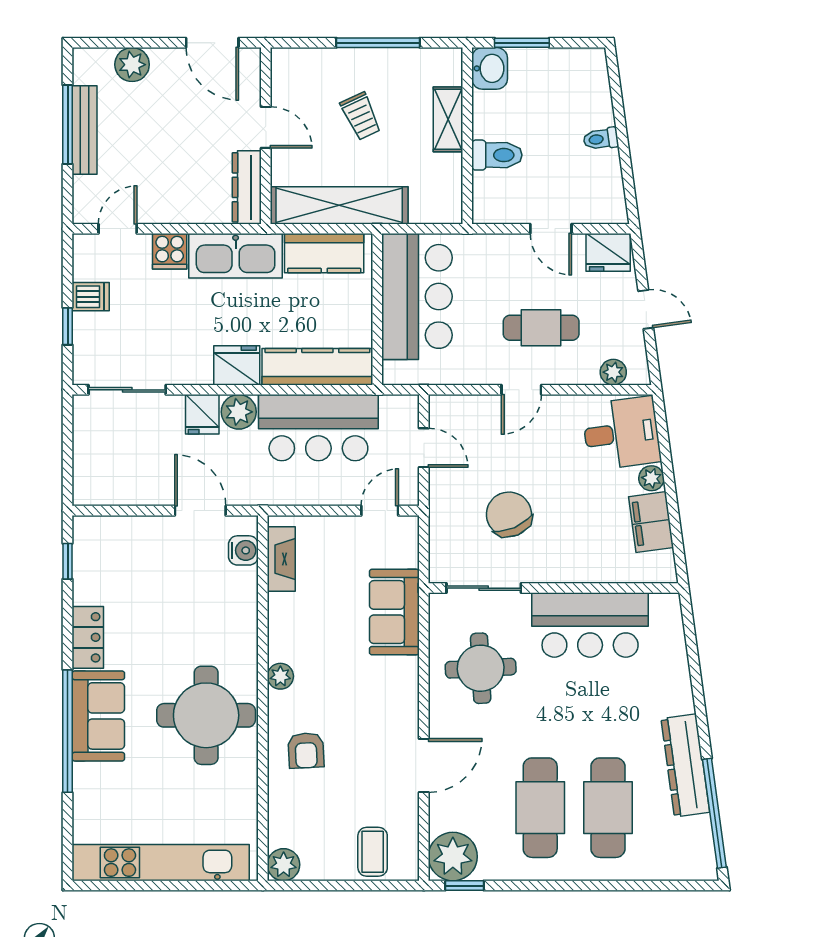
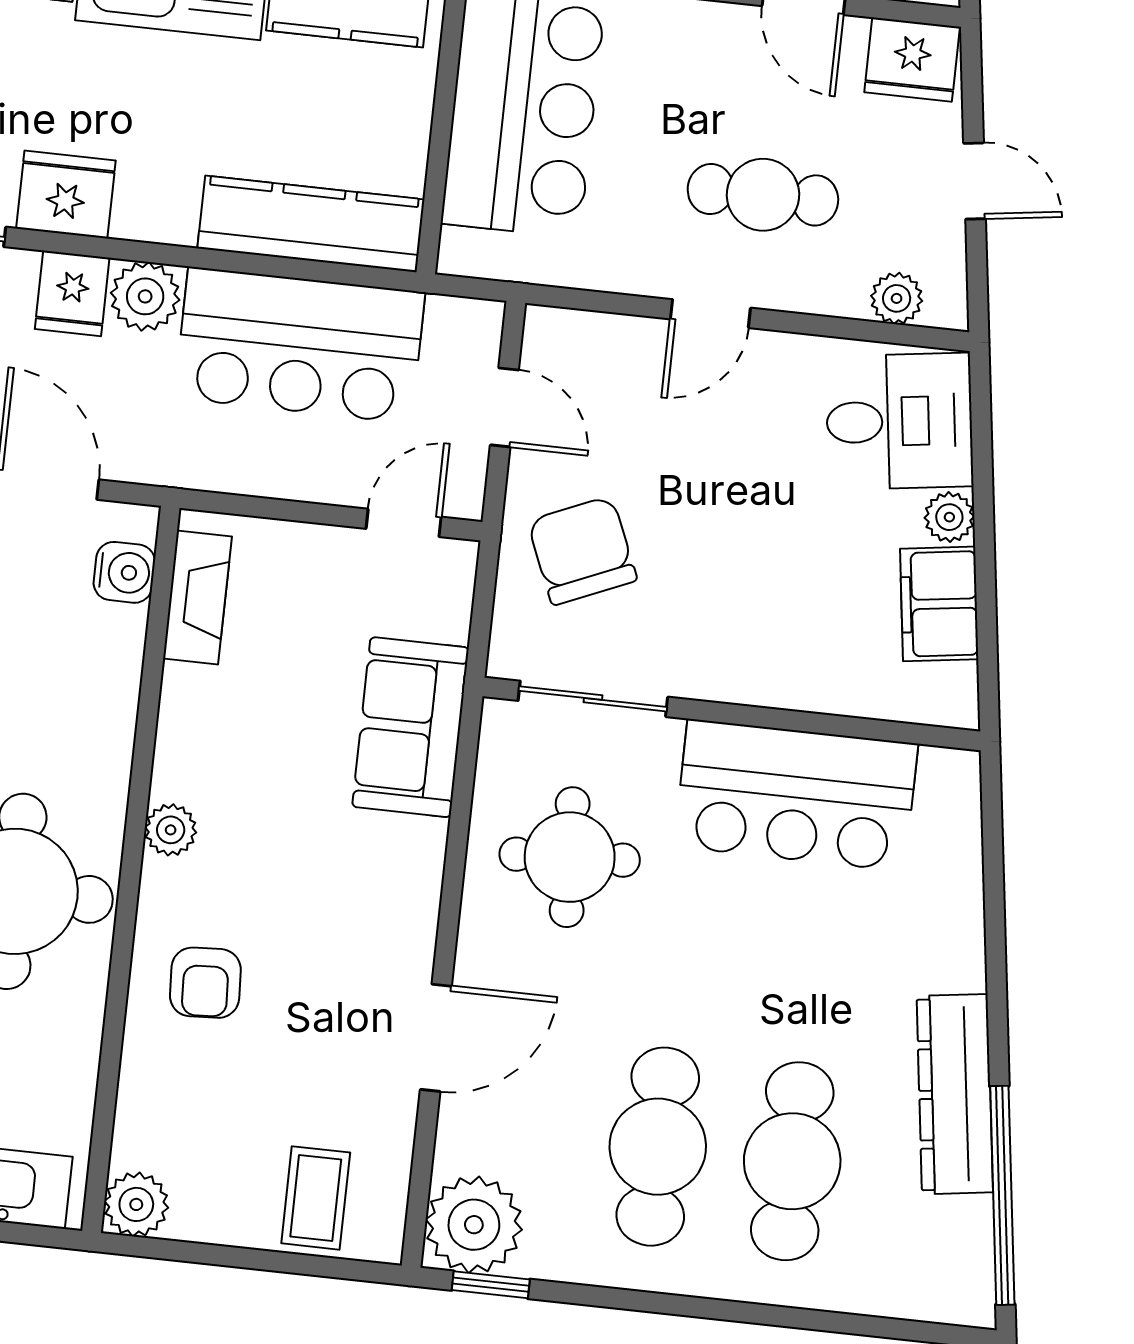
fridge: (237, 365) -> (66, 195), moved
chair: (509, 514) -> (582, 551), moved

